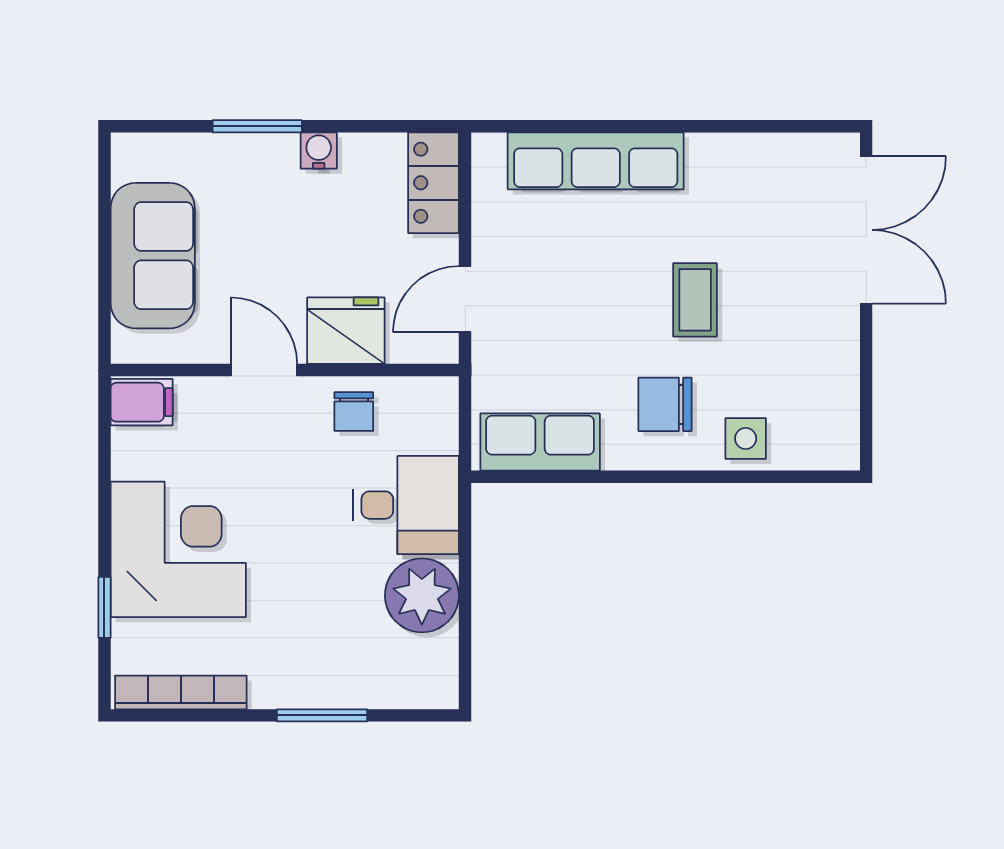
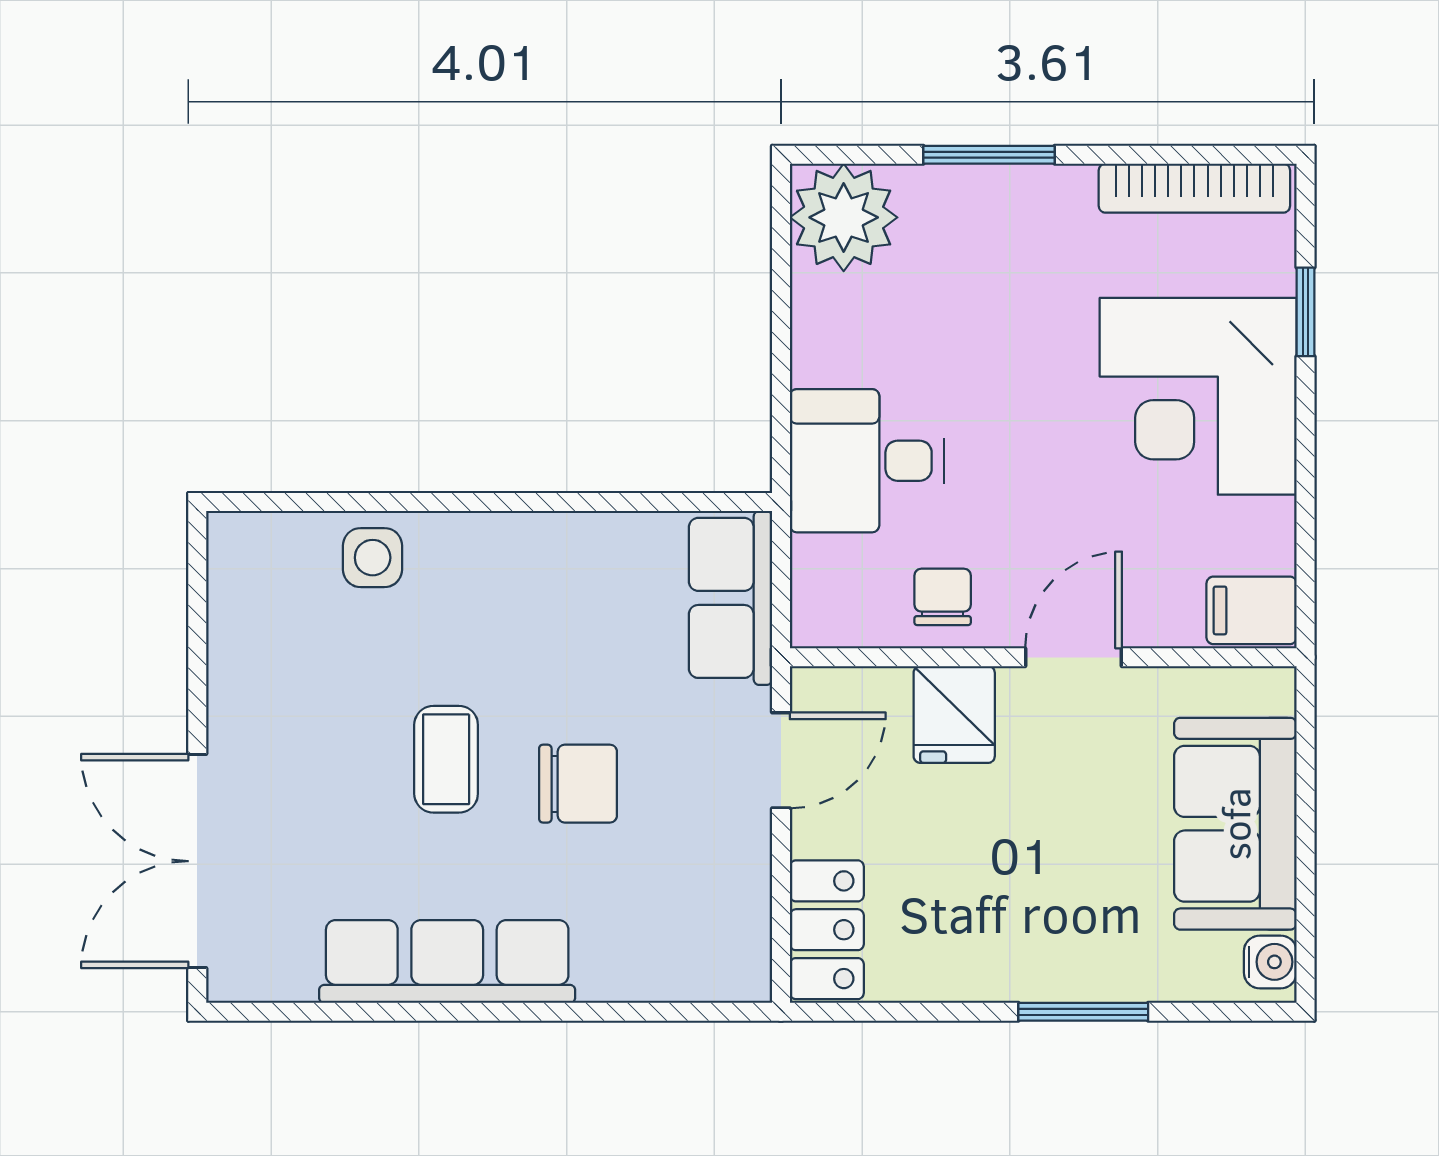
water cooler: (319, 151) -> (1270, 962), moved, turned -90
row of seats: (596, 161) -> (447, 962), moved
fridge: (346, 331) -> (954, 714), width x0.72
door: (264, 370) -> (1073, 657), swing flipped
chair: (665, 404) -> (578, 784), moved
row of seats: (540, 442) -> (730, 598), moved, turned 90
plant: (422, 595) -> (844, 217), moved

